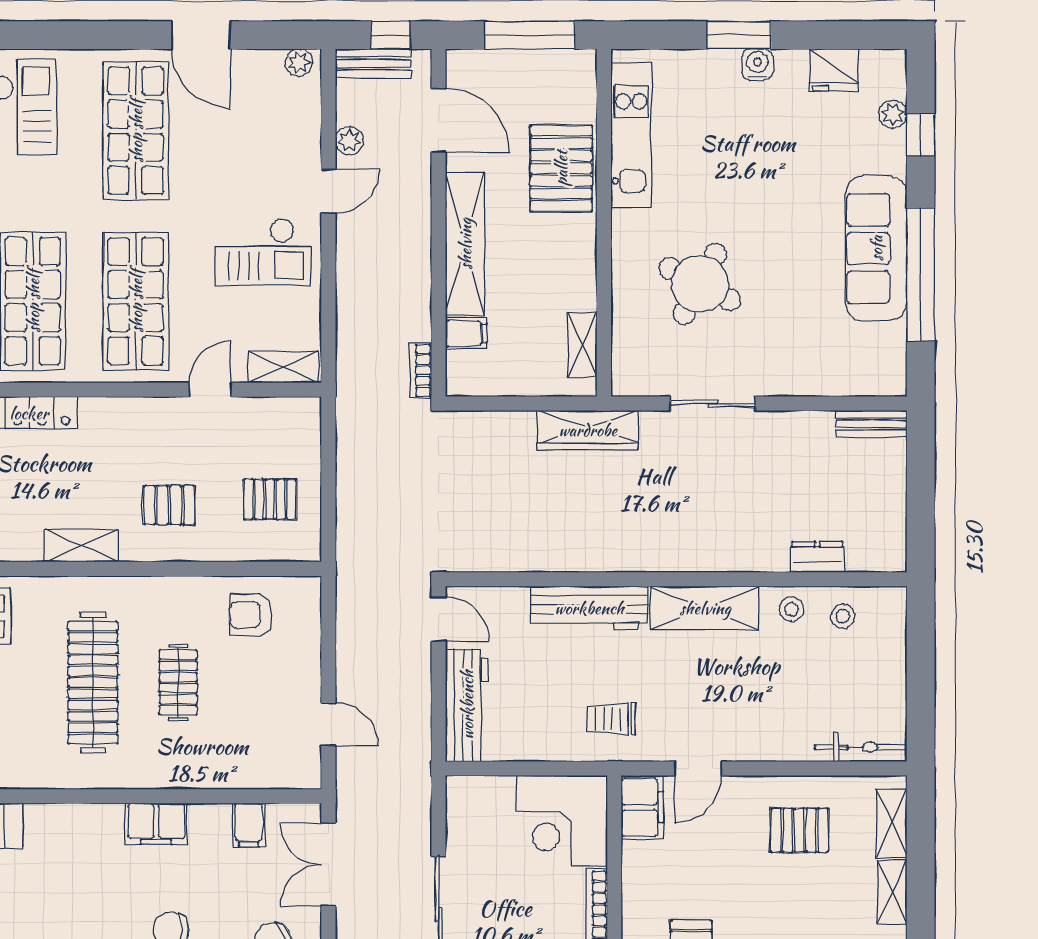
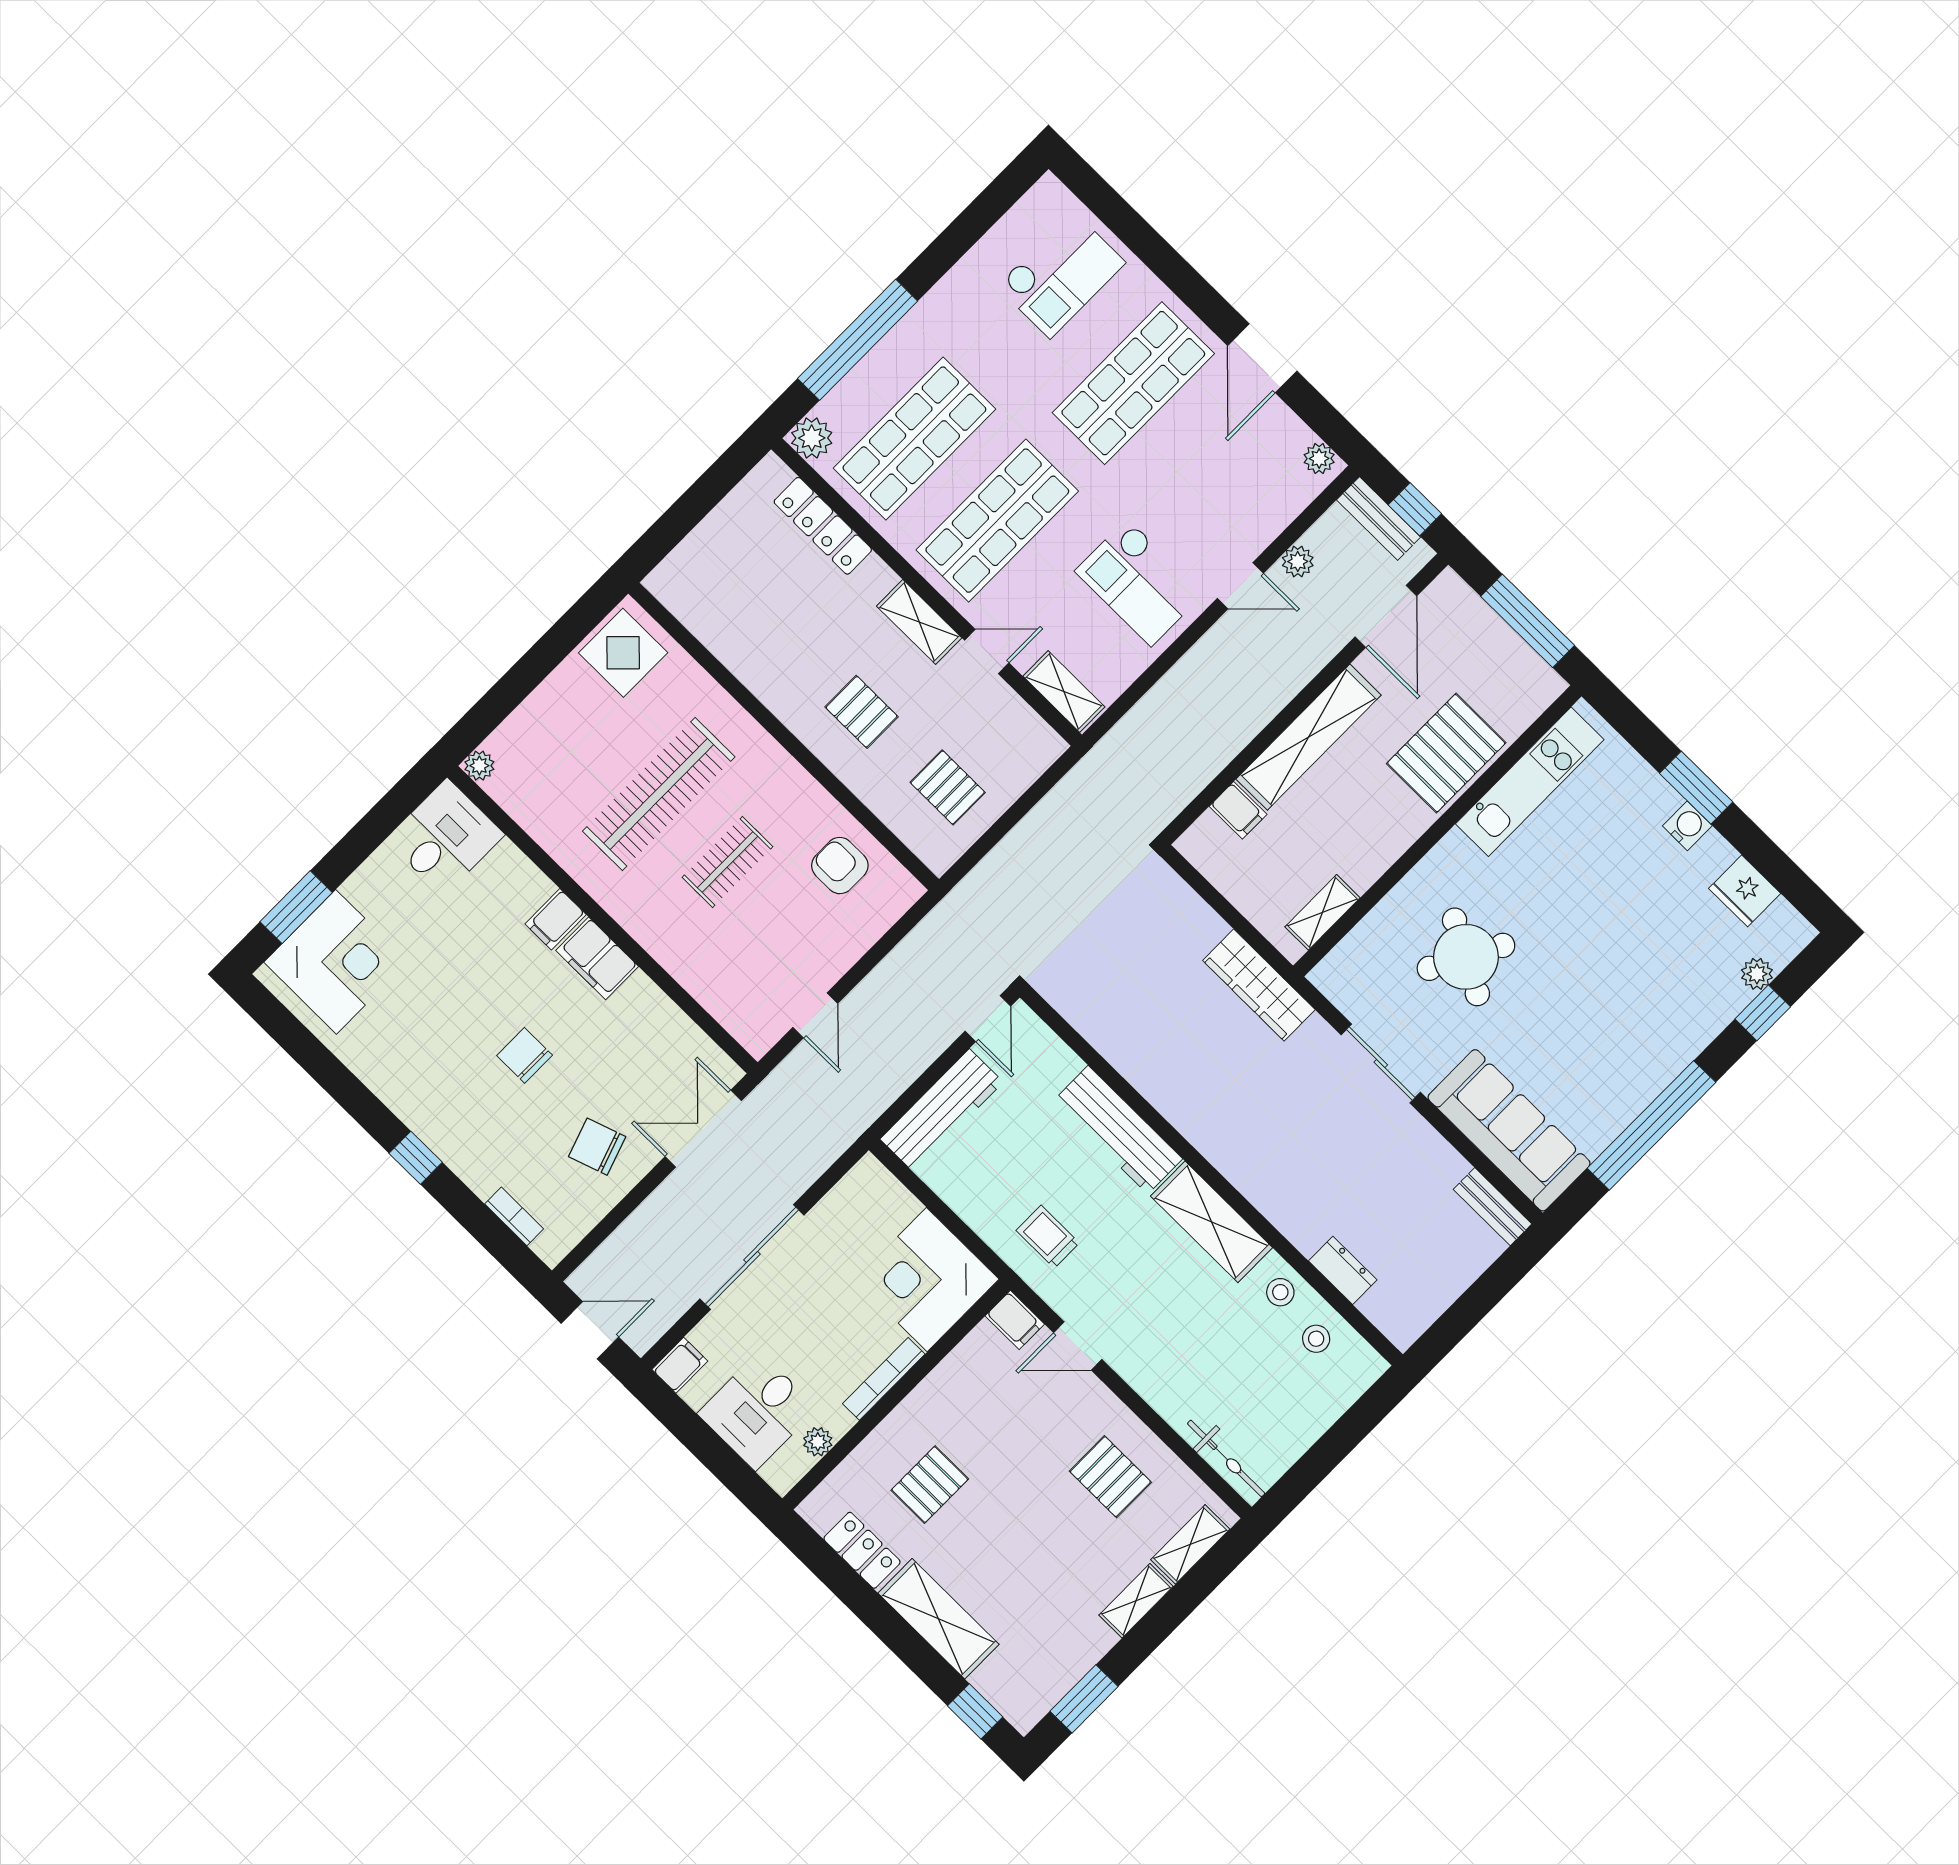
sofa: (876, 248) -> (1509, 1130), moved, turned 90
bookcase: (421, 370) -> (1172, 804), removed
shelving: (81, 545) -> (919, 622), moved
filing cabinet: (642, 807) -> (1015, 1320), width x0.50
filing cabinet: (249, 825) -> (556, 919), moved

